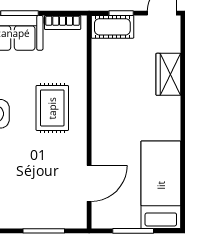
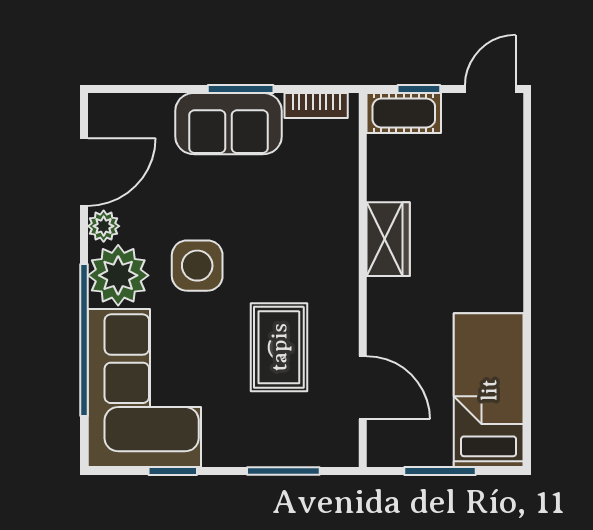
wardrobe: (168, 74) -> (388, 239), moved, turned 180
rug: (52, 108) -> (279, 347), moved
door: (89, 183) -> (363, 388), hinge flipped

